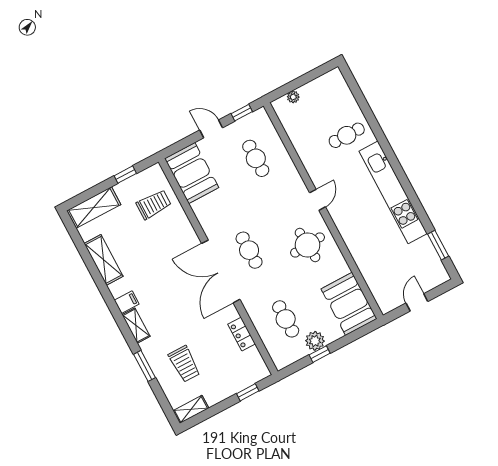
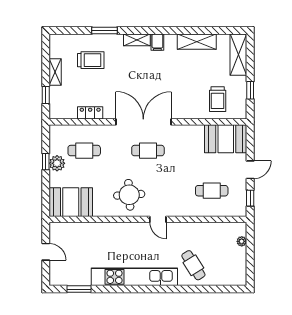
cafe table: (347, 135) -> (193, 265), turned -32
trolley: (184, 364) -> (91, 60), turned 180
shelving: (191, 409) -> (55, 72), moved

